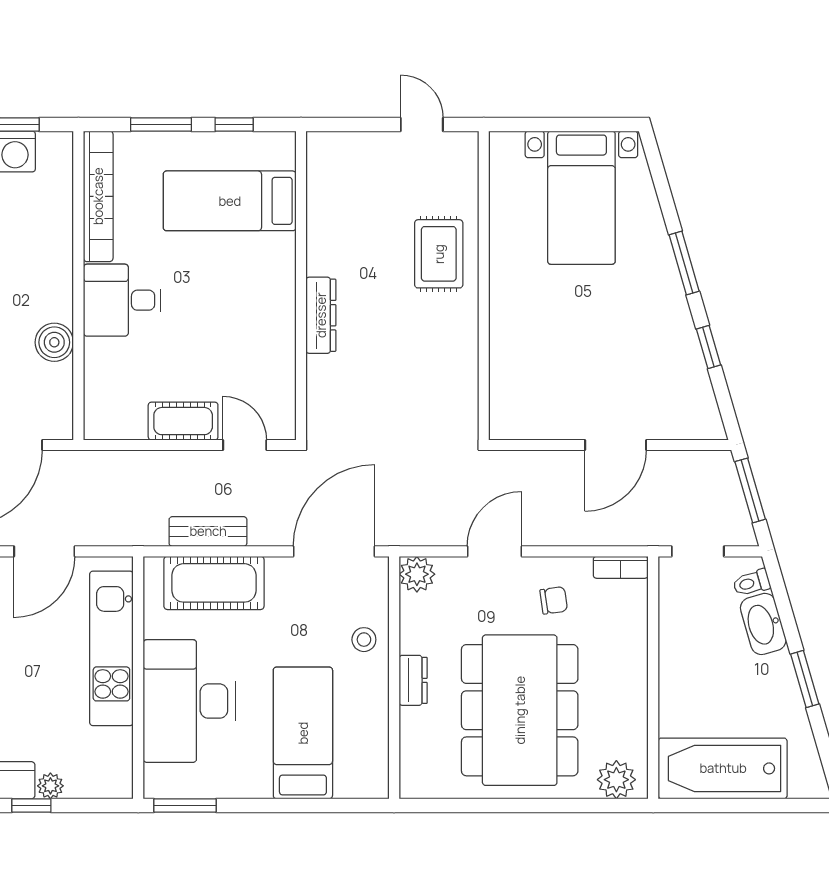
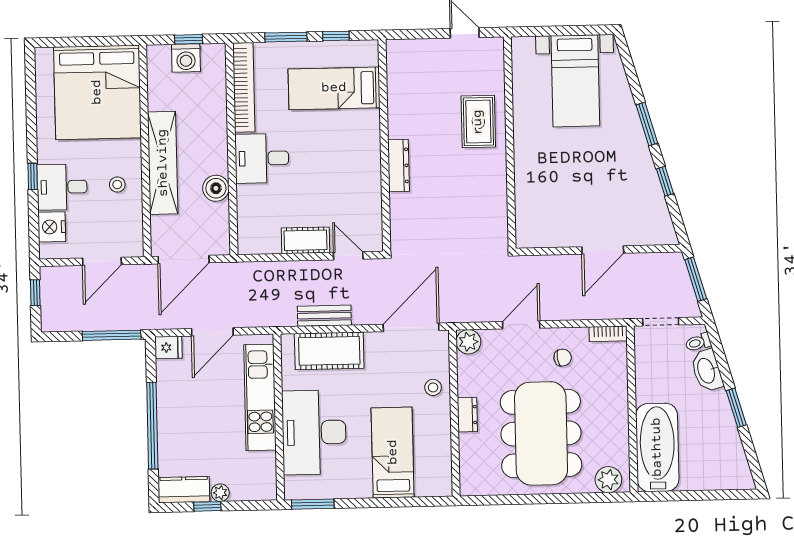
bathtub: (723, 768) -> (657, 447), moved, turned 90

